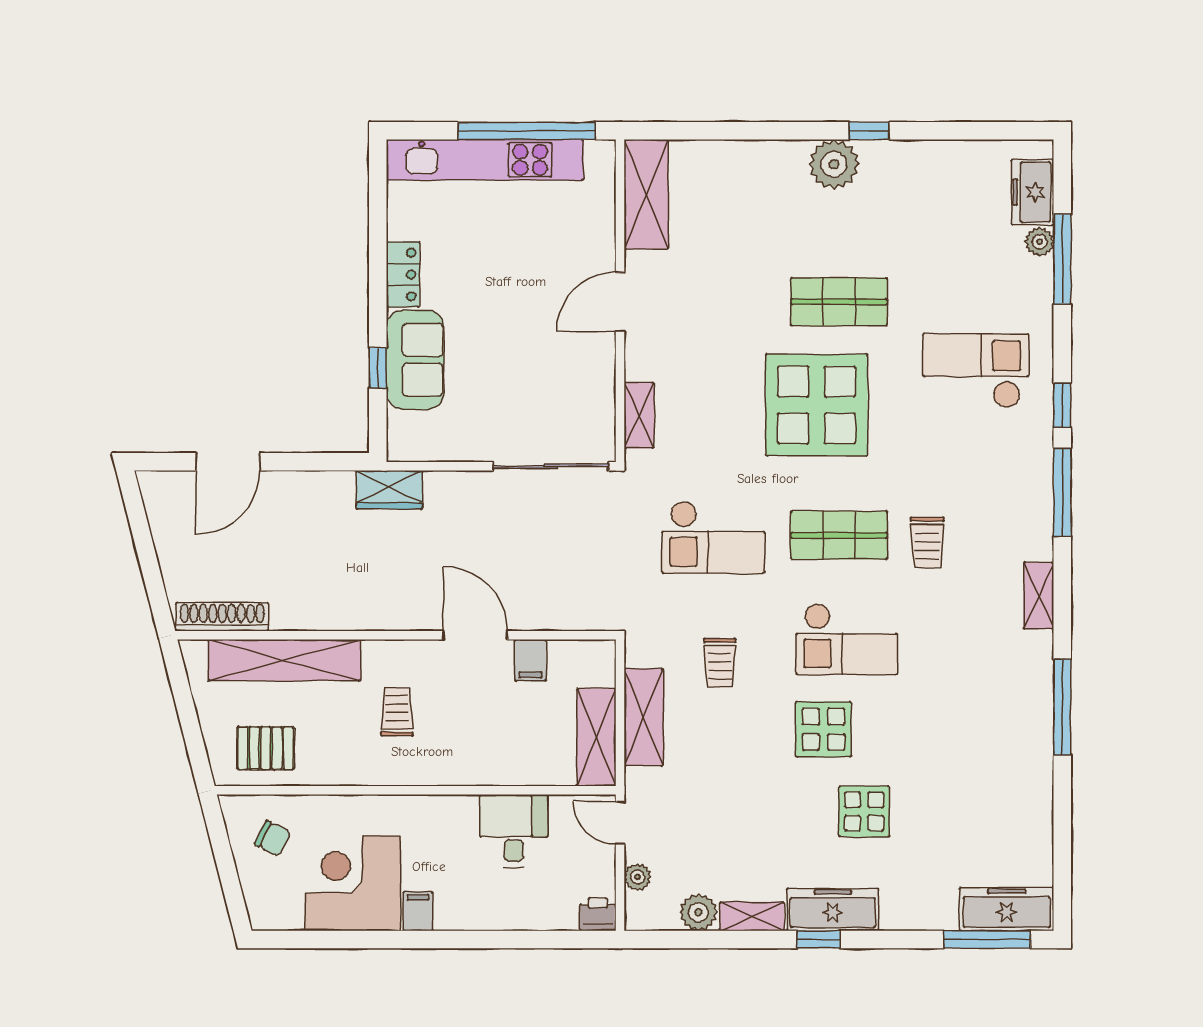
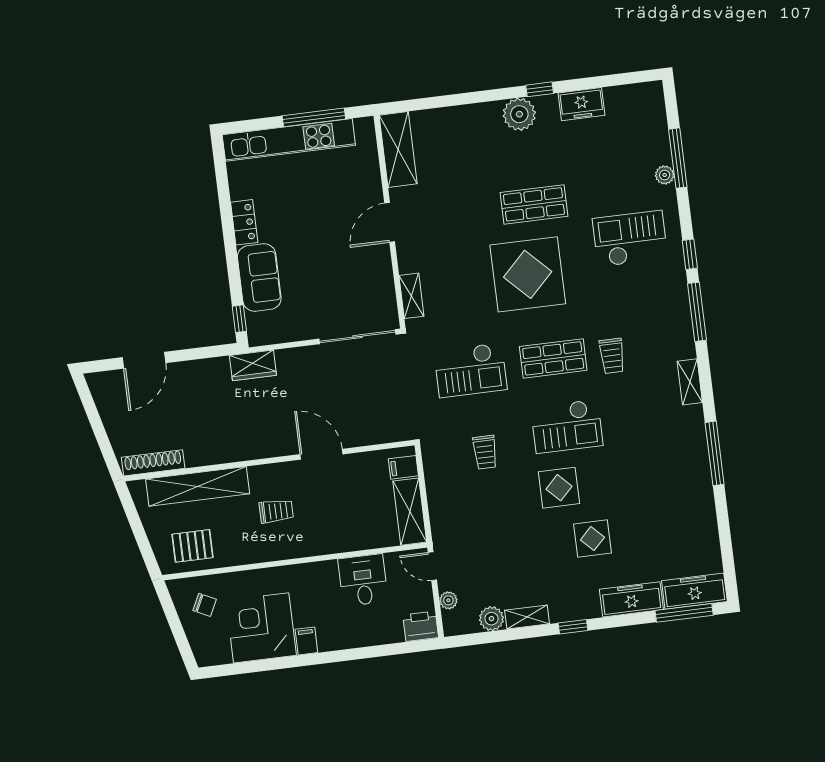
window: (527, 131) -> (314, 117), width x0.68
freezer: (1032, 192) -> (582, 104), moved, turned -90
plant: (1040, 242) -> (665, 175), moved
window: (378, 368) -> (239, 319), moved
filing cabinet: (531, 660) -> (403, 467), moved, turned 90
trolley: (397, 712) -> (276, 511), turned 90
shelving: (644, 717) -> (439, 494), removed
freezer: (833, 910) -> (631, 599), moved
printer: (598, 914) -> (421, 626), width x1.36, depth x1.24

